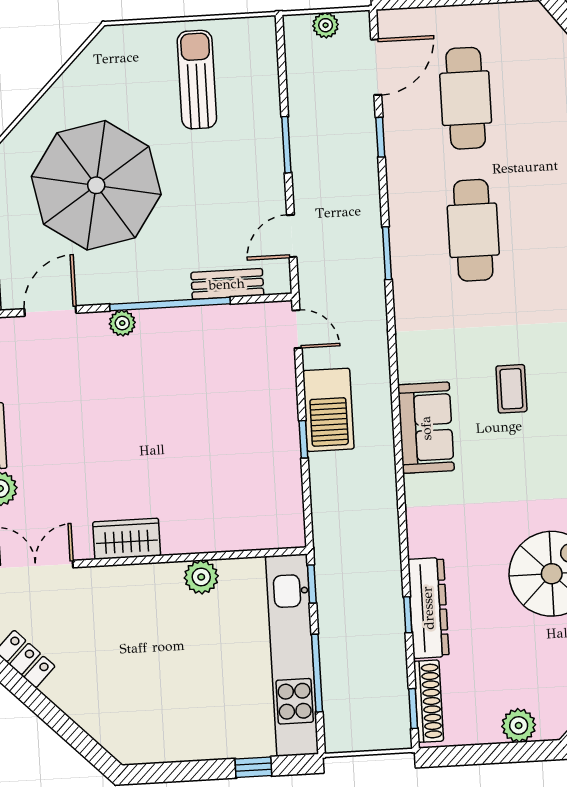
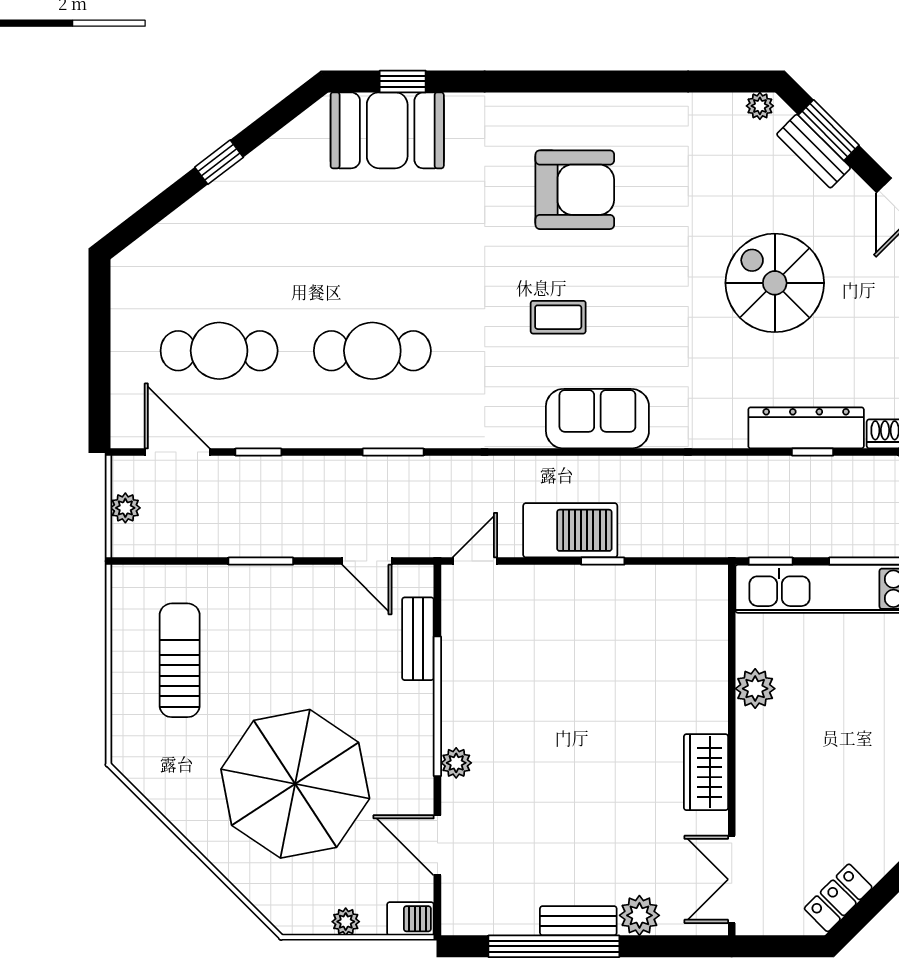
sun lounger: (197, 80) -> (180, 660), turned 90

